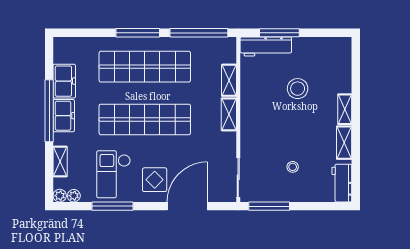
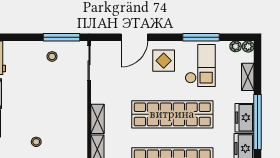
stool: (298, 89) -> (36, 142), width x0.53, depth x0.53
stool: (293, 167) -> (52, 56), moved
door: (187, 206) -> (134, 37), width x0.73

